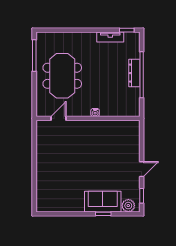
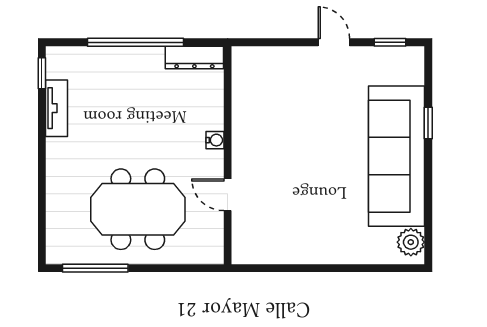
dresser: (134, 73) -> (194, 57), moved
door: (59, 118) -> (228, 195), moved
sofa: (103, 202) -> (397, 156), width x1.85, depth x1.27
plant: (128, 206) -> (411, 242), moved

